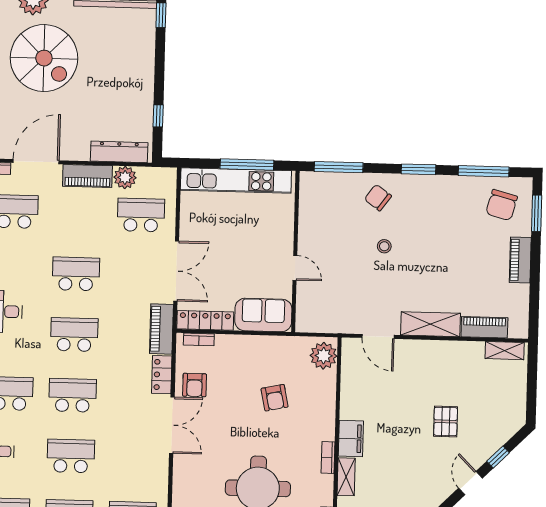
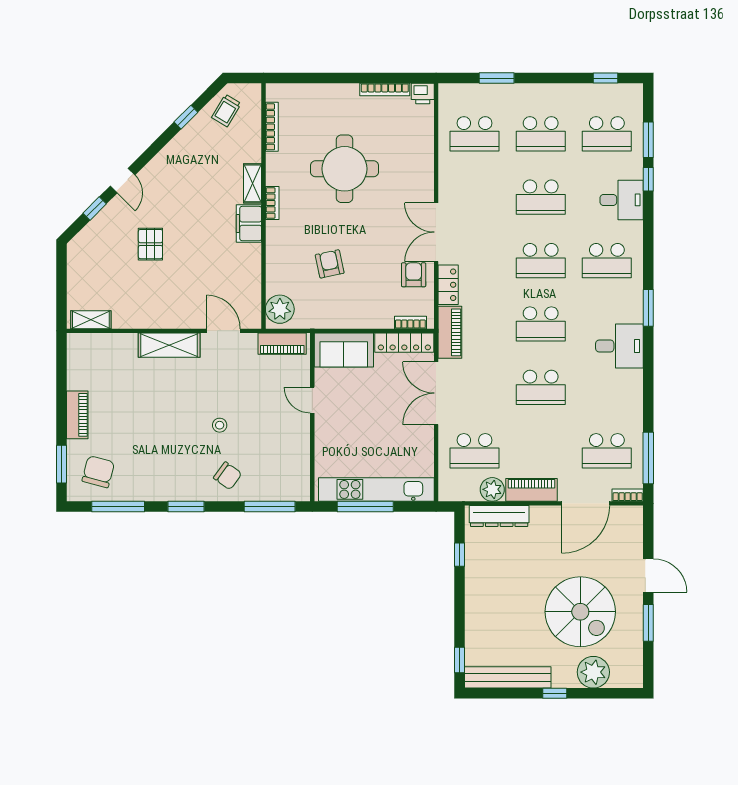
spiral stairs: (44, 58) -> (580, 612), turned 180
piano: (484, 327) -> (282, 344), moved

